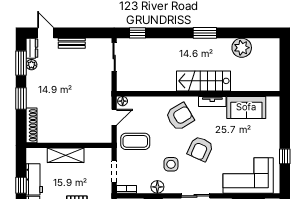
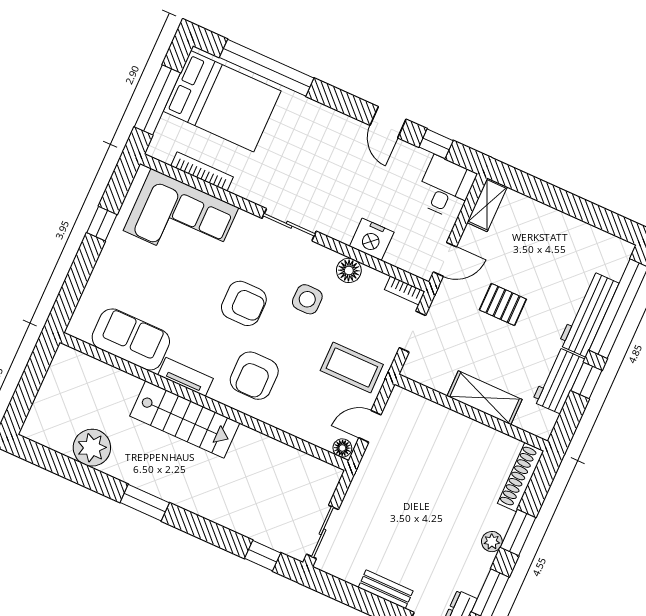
plant: (31, 65) -> (492, 542), moved
armchair: (180, 117) -> (254, 376), turned -59
armchair: (200, 149) -> (244, 303), turned 66

